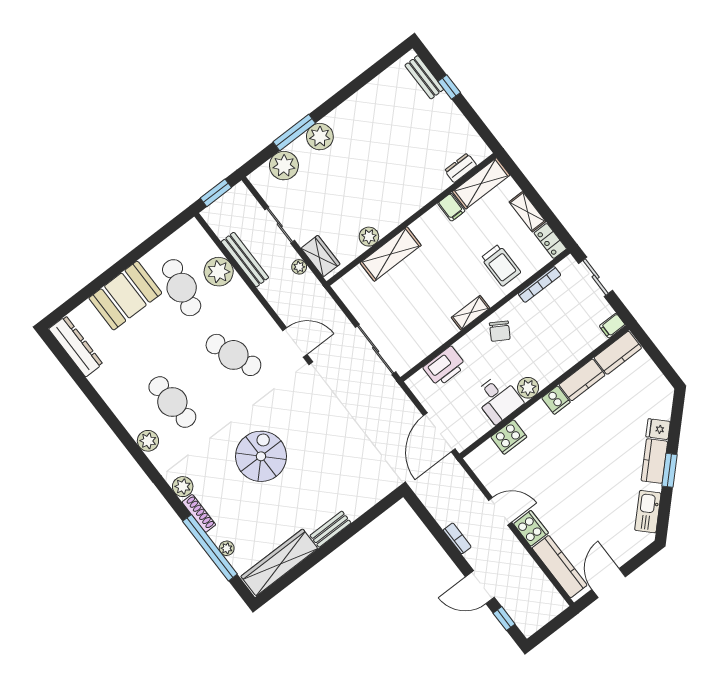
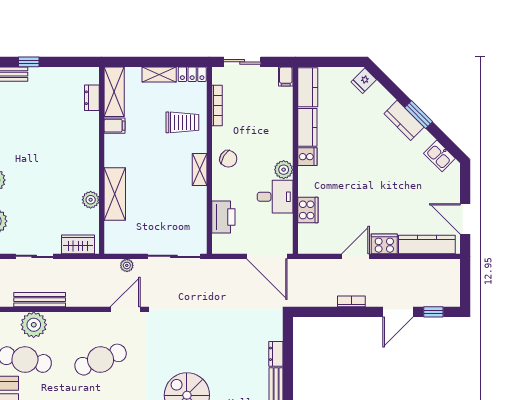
plant: (299, 267) -> (127, 265), moved
fridge: (658, 429) -> (364, 81), moved
dresser: (359, 507) -> (276, 354), added
kitchen sink: (648, 512) -> (439, 156), width x0.73

